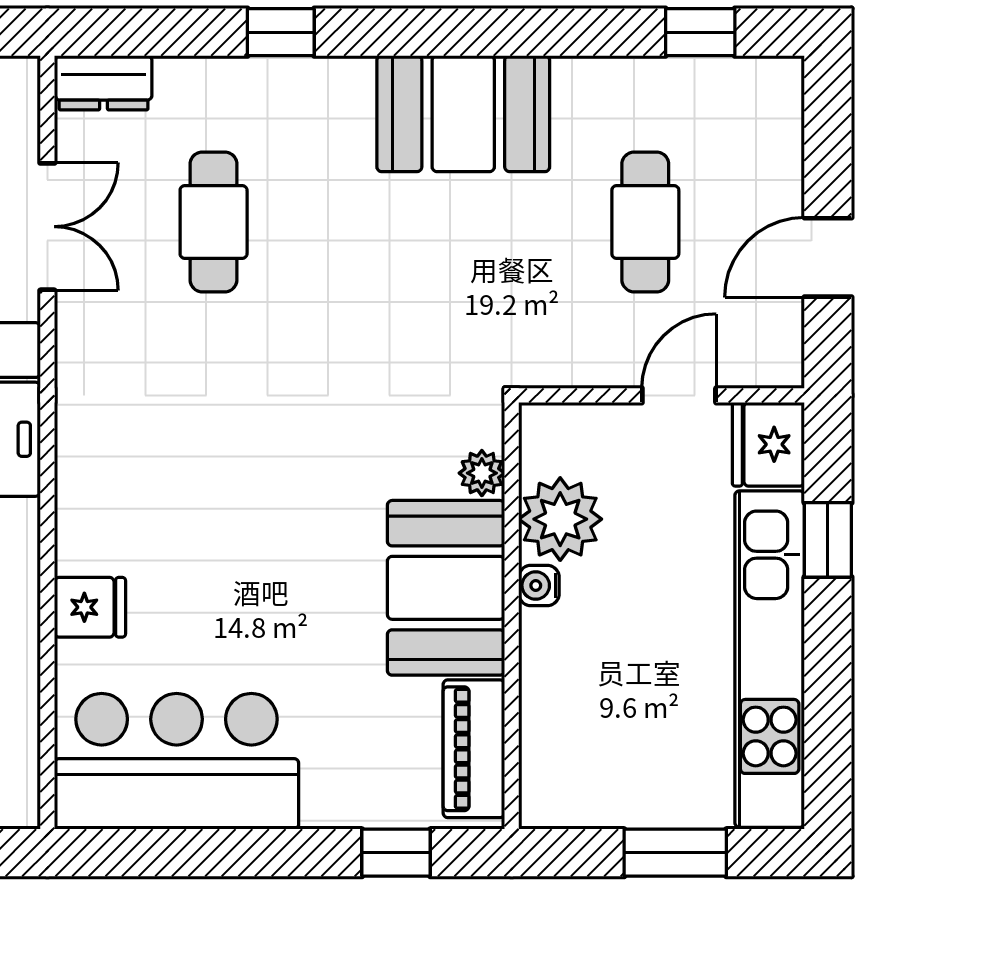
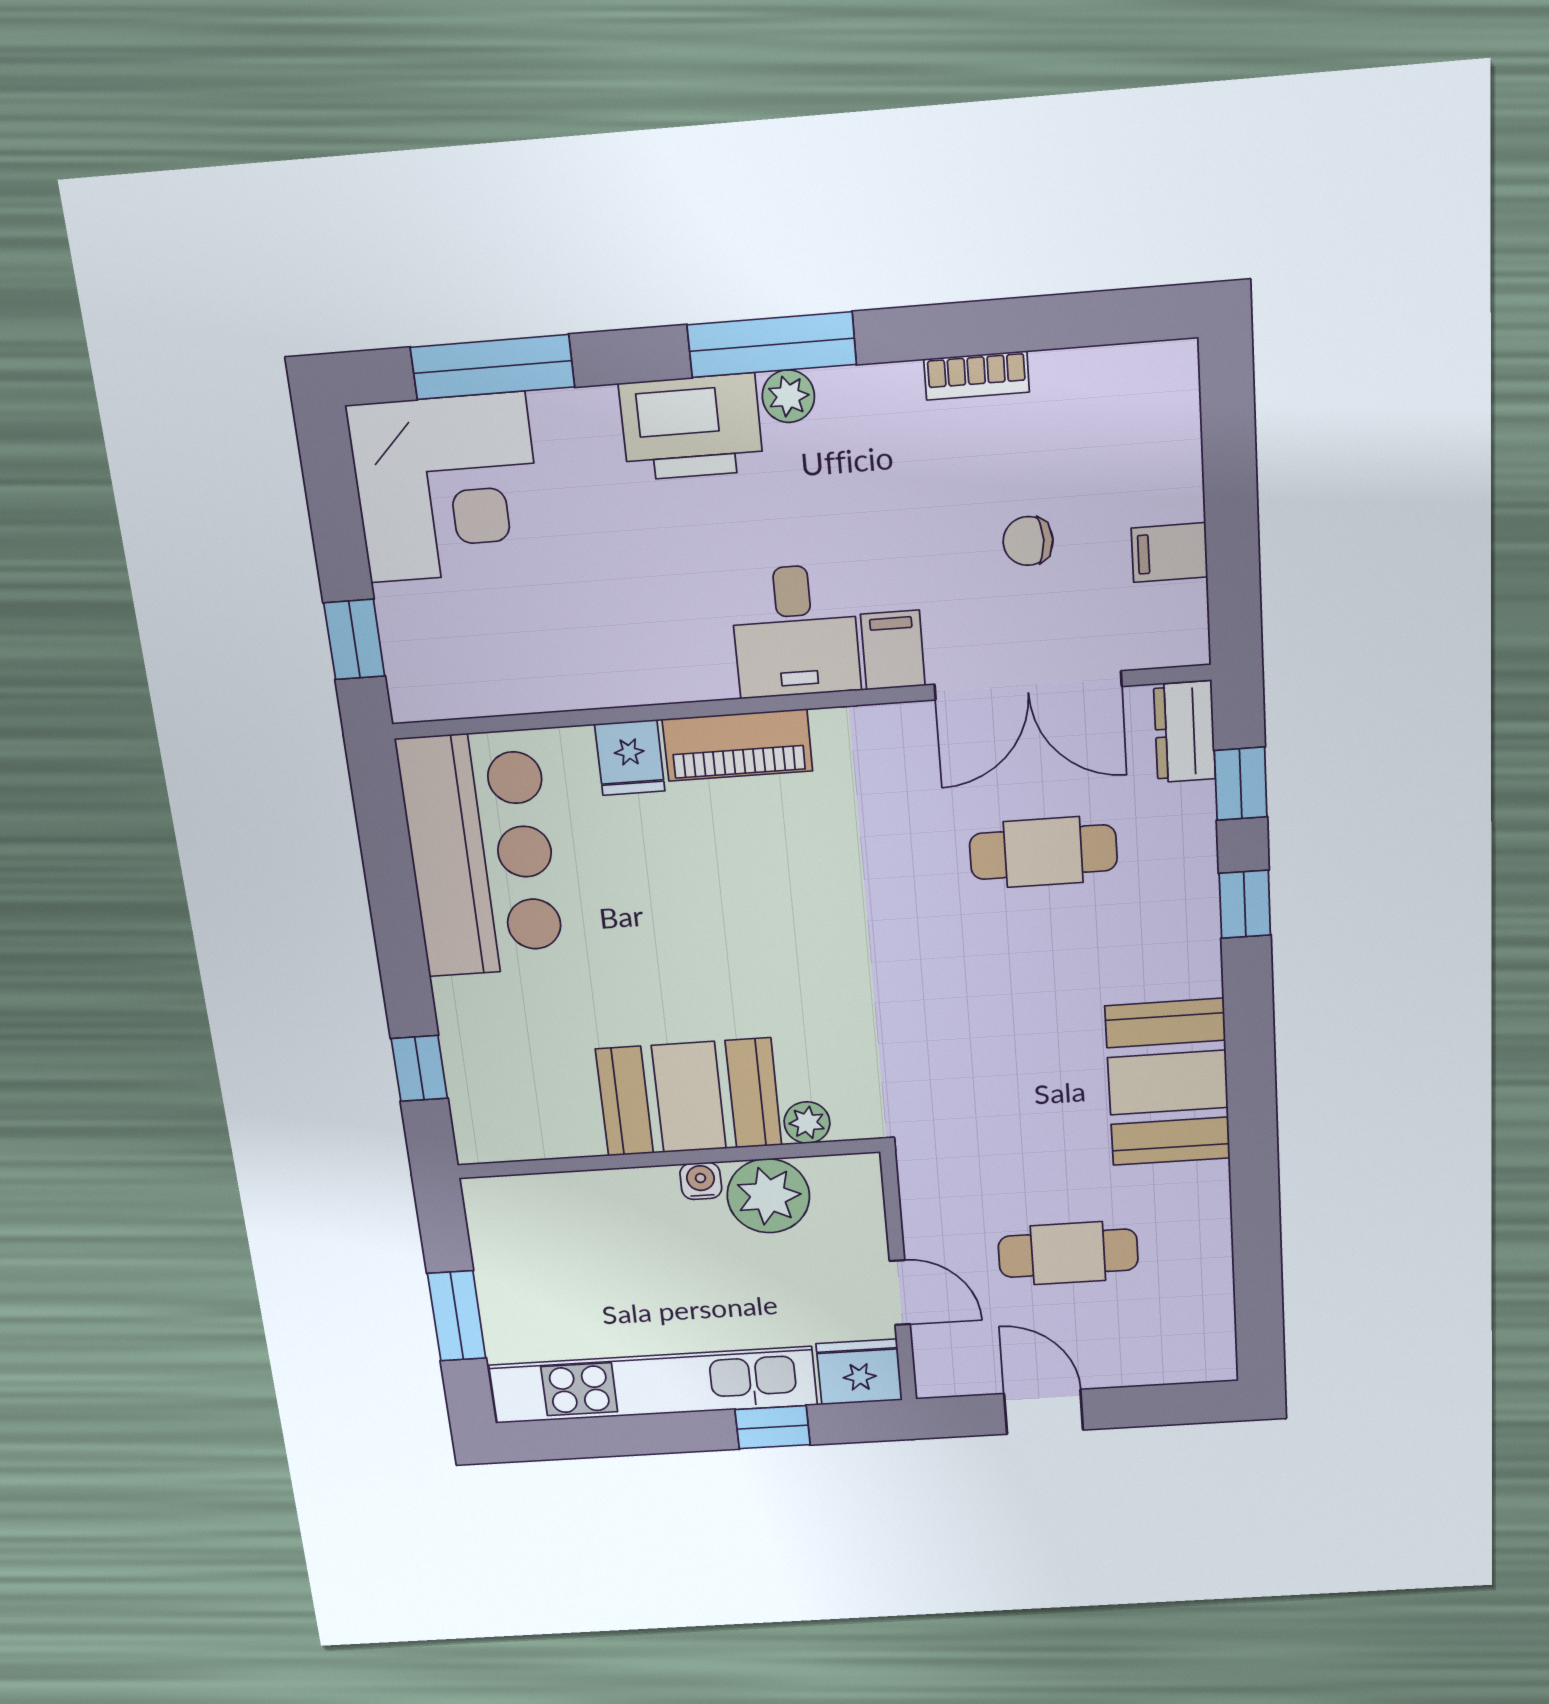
window: (700, 32) -> (1241, 784), moved
double door: (47, 227) -> (1028, 685), width x1.37
piano: (474, 749) -> (737, 745), moved, turned 180

